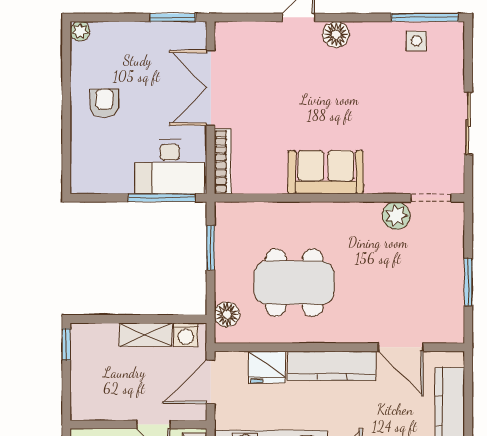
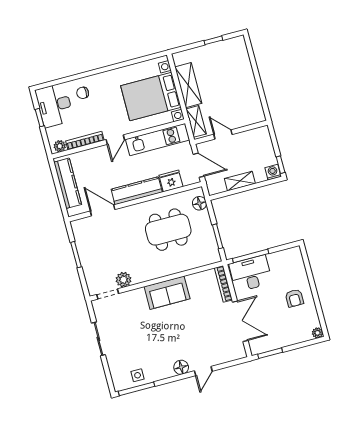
washing machine: (186, 335) -> (273, 172), moved
door: (211, 382) -> (199, 165), hinge flipped

